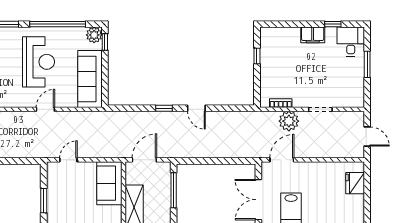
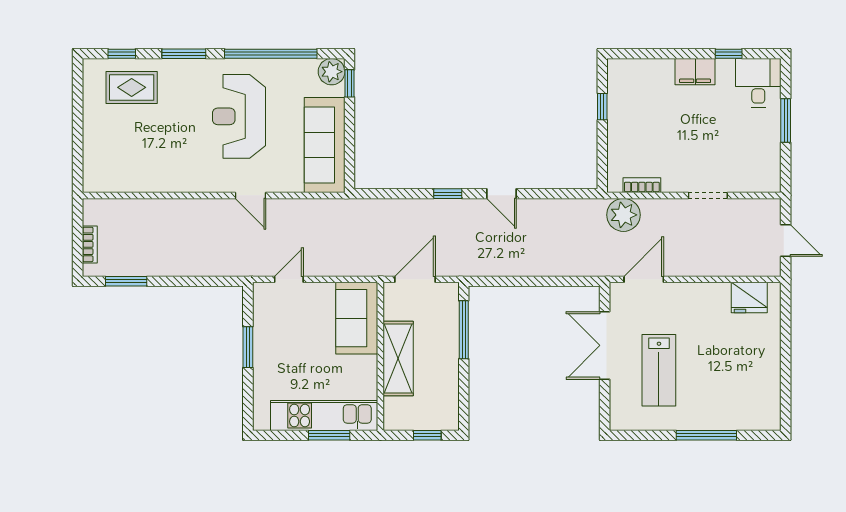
reception desk: (38, 62) -> (239, 116), turned 180
door: (45, 109) -> (251, 195), swing flipped
plant: (289, 121) -> (623, 215), moved
fridge: (355, 183) -> (749, 298), moved, turned -90

